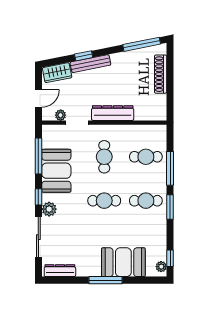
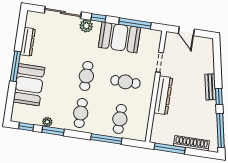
window: (84, 56) -> (219, 97), moved
bench: (90, 64) -> (210, 87), width x0.73
wardrobe: (57, 73) -> (207, 51), removed
window: (170, 97) -> (170, 148), added
plant: (61, 115) -> (168, 49), removed
window: (170, 207) -> (53, 131), moved
plant: (161, 267) -> (47, 122), moved
dresser: (60, 271) -> (28, 42), moved

